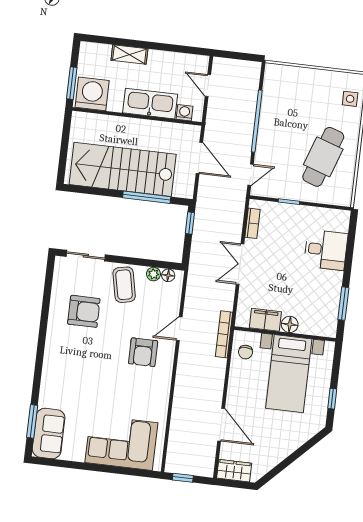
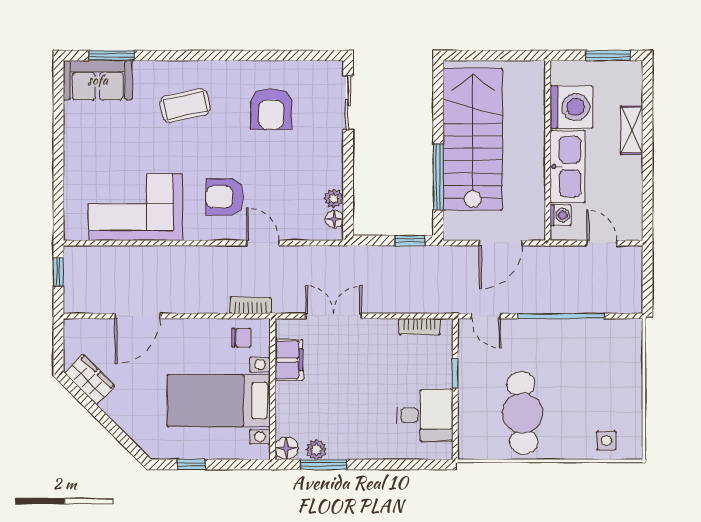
window: (72, 83) -> (608, 55), moved
door: (208, 86) -> (602, 243), hinge flipped
washing machine: (92, 94) -> (571, 107), moved
cafe table: (323, 157) -> (522, 413), turned 68
desk: (326, 250) -> (425, 415), moved, turned -90
double door: (240, 264) -> (333, 316), moved
coffee table: (124, 285) -> (185, 105), moved
plant: (332, 308) -> (316, 449), added
floor lamp: (290, 324) -> (287, 448), moved
bookcase: (224, 334) -> (251, 305), width x0.64
chair: (246, 352) -> (241, 338), turned 180
corner sofa: (121, 443) -> (135, 207), moved, turned -90
wardrobe: (234, 471) -> (90, 380), moved, turned -45

